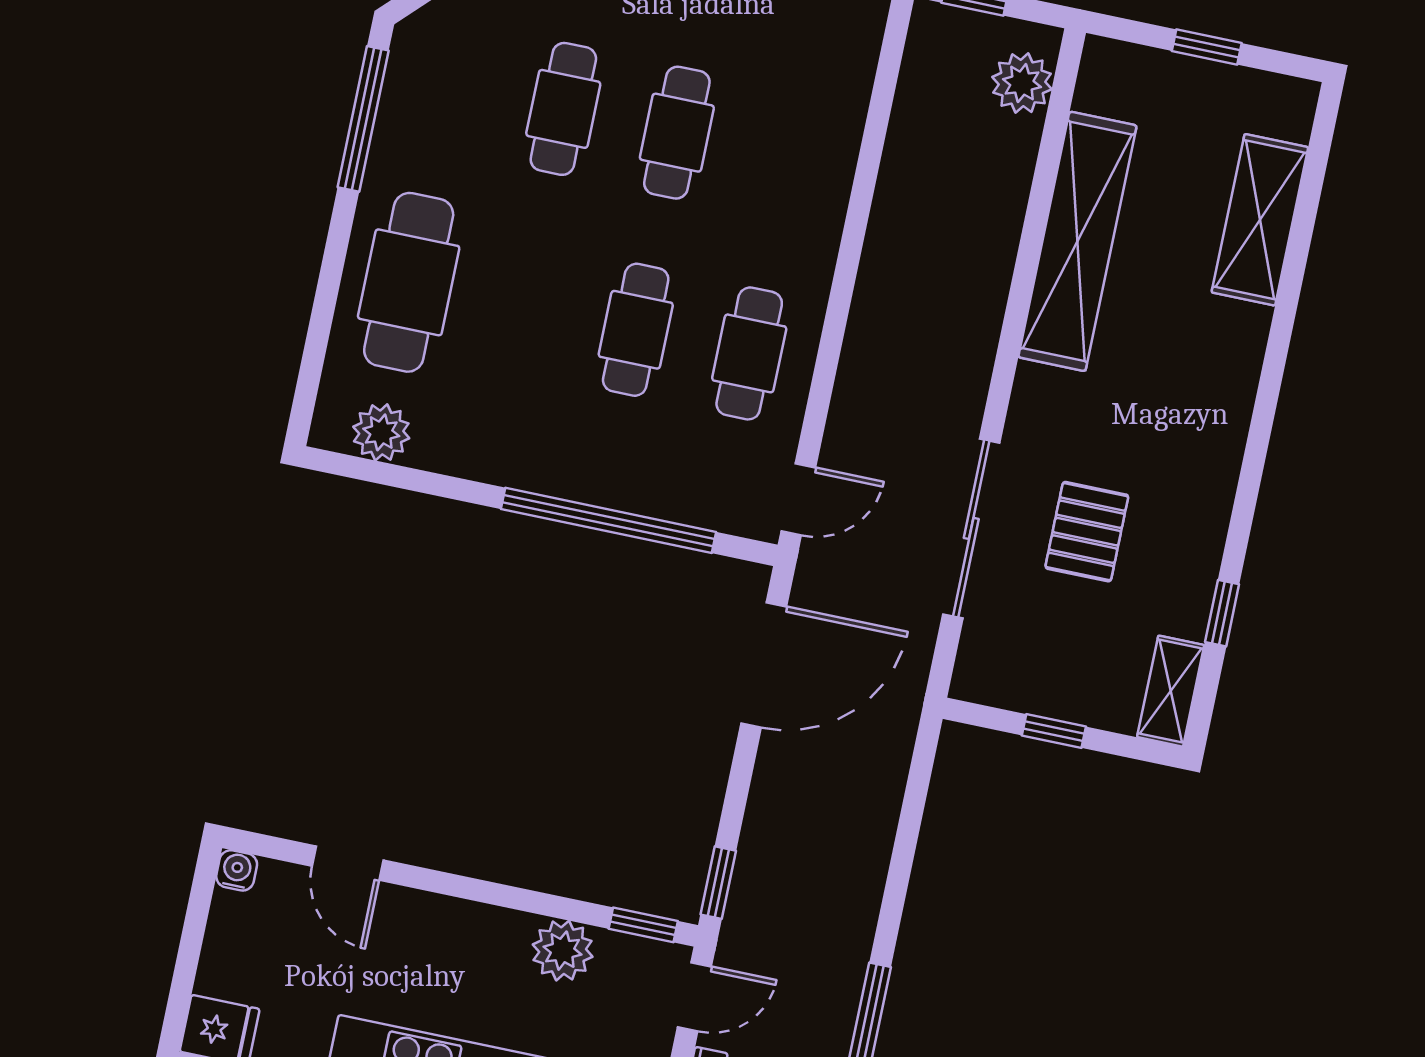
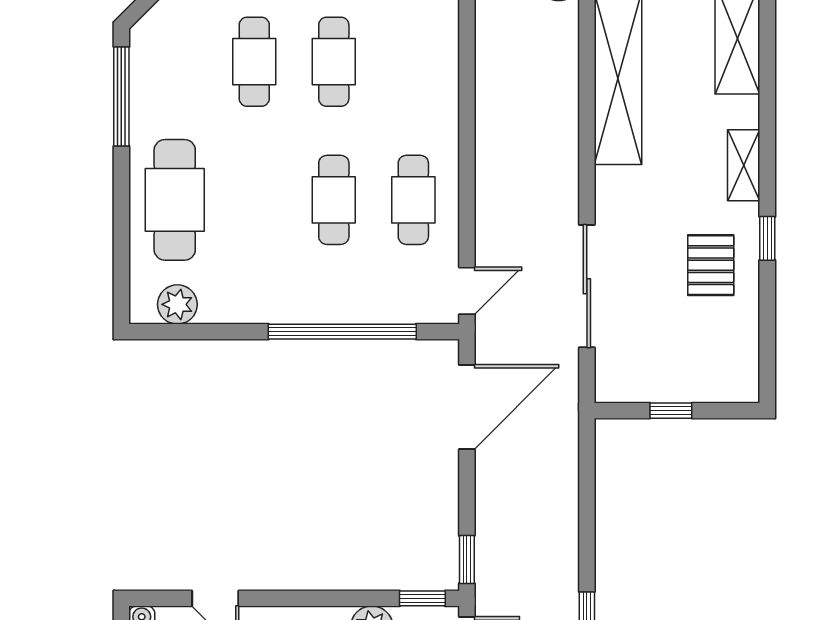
pallet: (1087, 532) -> (711, 265), moved
window: (1222, 613) -> (767, 238), moved
shelving: (1171, 691) -> (744, 165), moved

